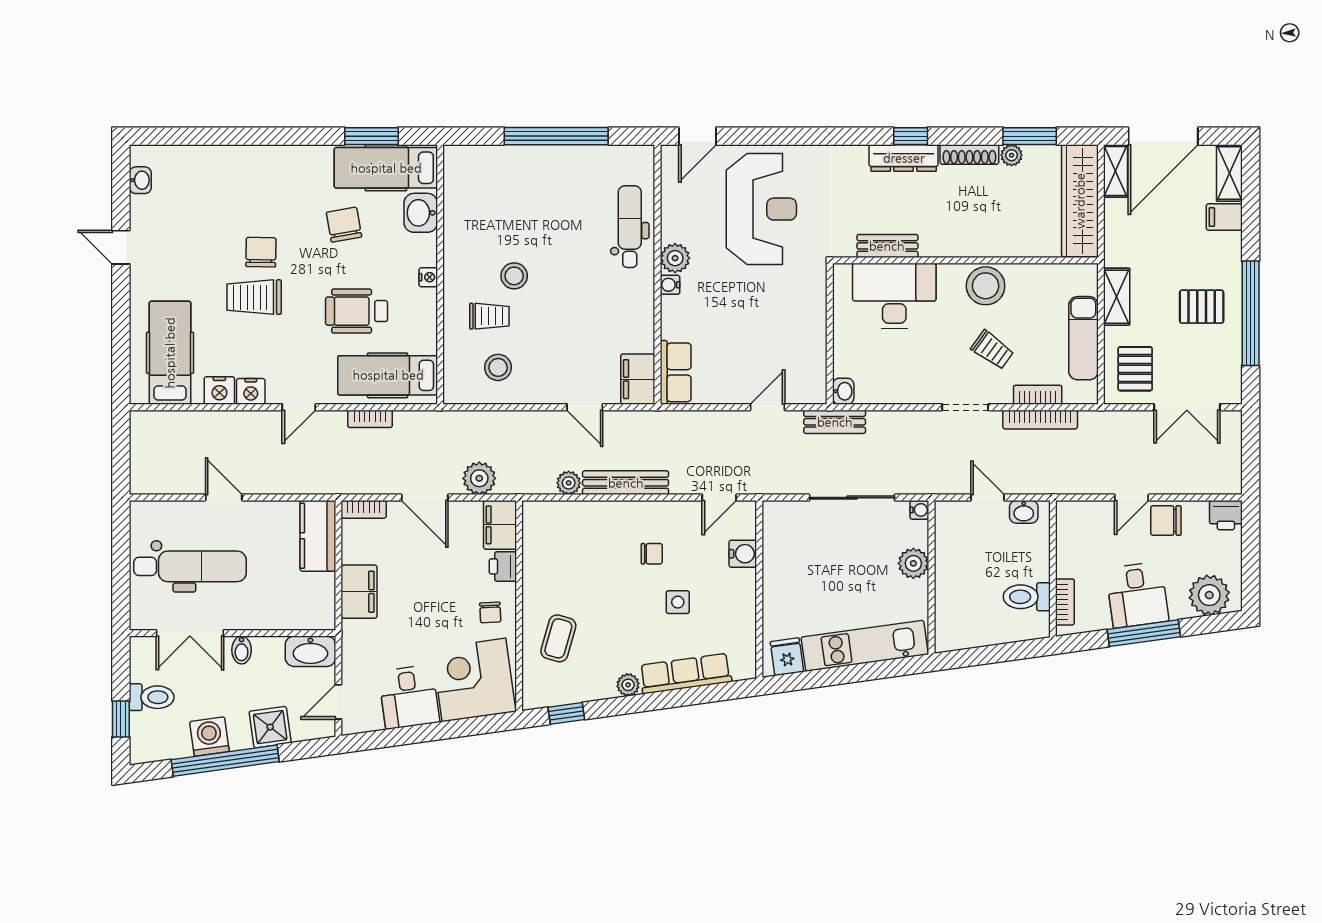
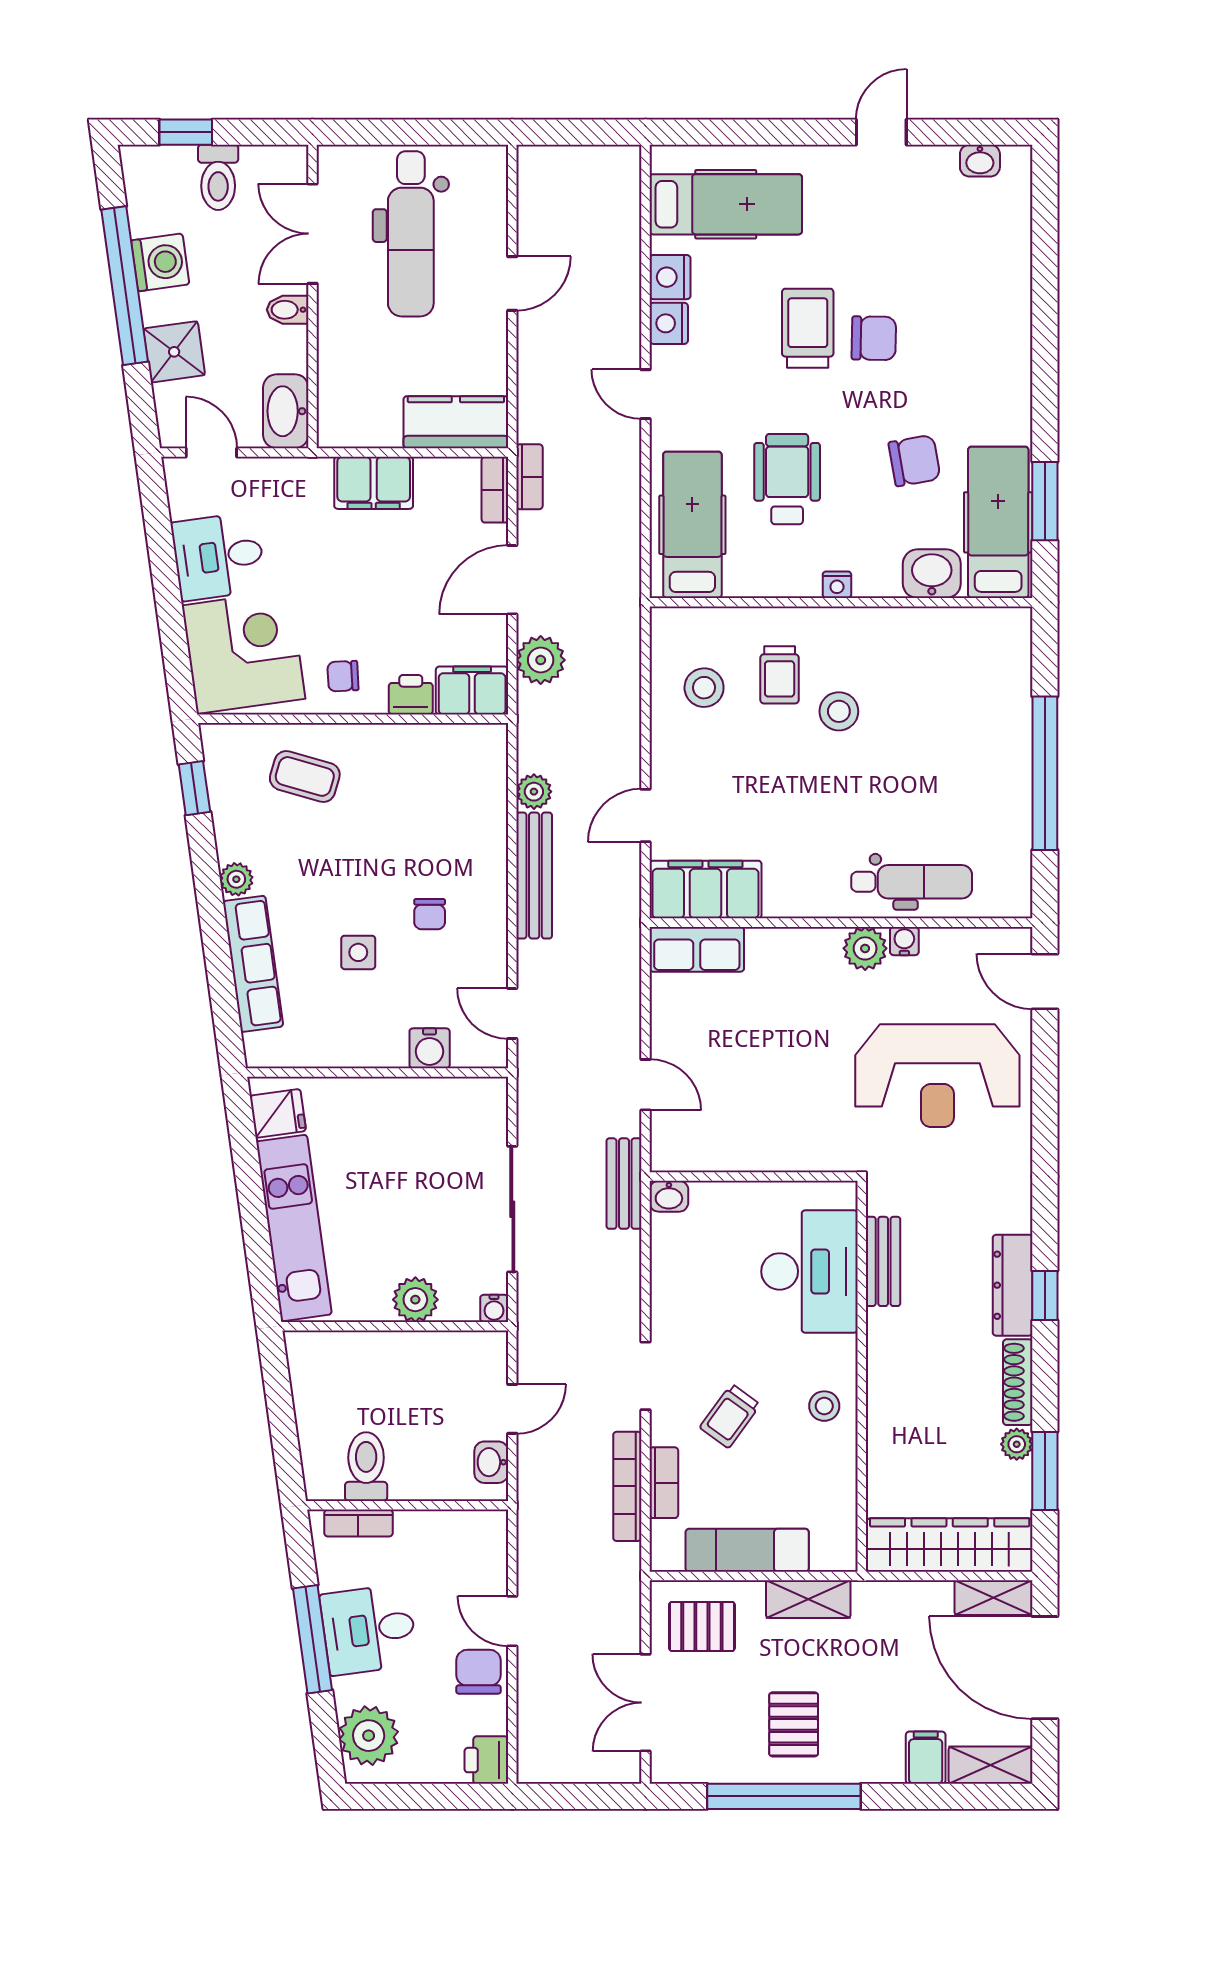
water cooler: (670, 285) -> (904, 941), moved
stool: (986, 286) -> (824, 1406), width x0.53, depth x0.53
filing cabinet: (638, 379) -> (705, 890), width x1.50, depth x1.17
bookcase: (370, 419) -> (530, 477), moved, turned 180

